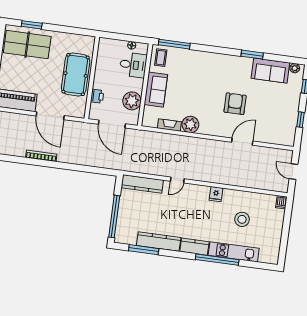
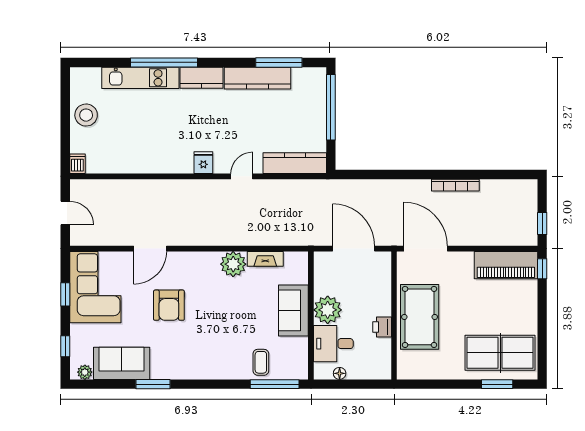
coffee table: (161, 58) -> (261, 362), moved
printer: (97, 96) -> (382, 327), moved
plant: (132, 101) -> (328, 310), moved
door: (50, 116) -> (426, 249), moved
corner sofa: (281, 122) -> (95, 287), added
fridge: (216, 194) -> (203, 163), moved
stool: (242, 219) -> (86, 115), moved

